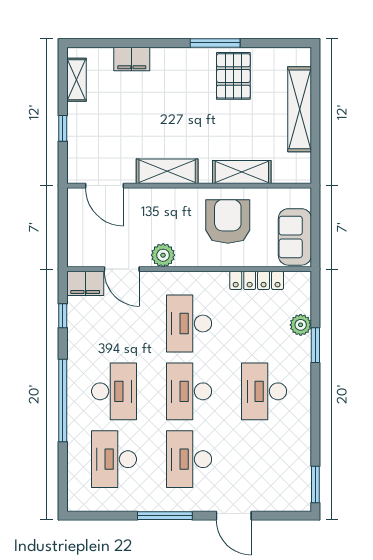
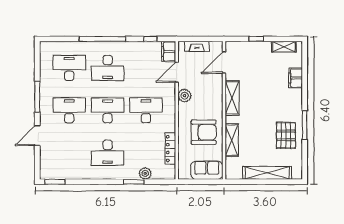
pallet: (233, 76) -> (286, 135), turned 90
fireplace: (76, 234) -> (197, 46), added
sofa: (295, 237) -> (207, 170), moved
desk: (264, 391) -> (108, 153), turned 180

